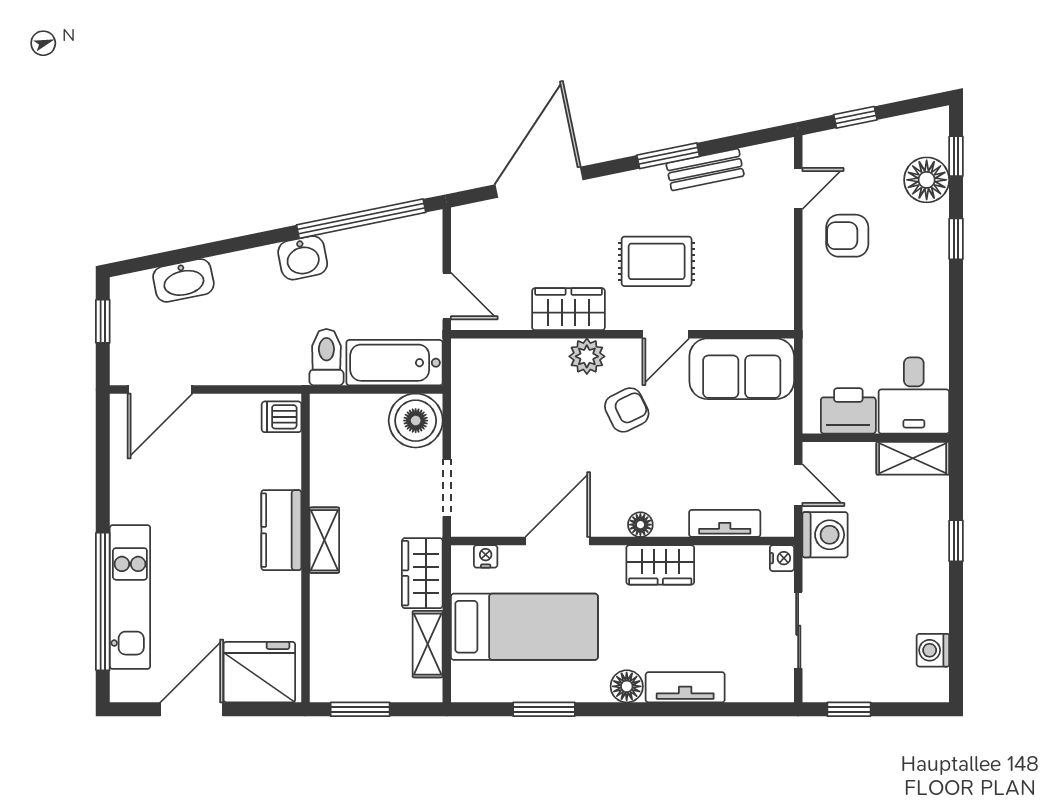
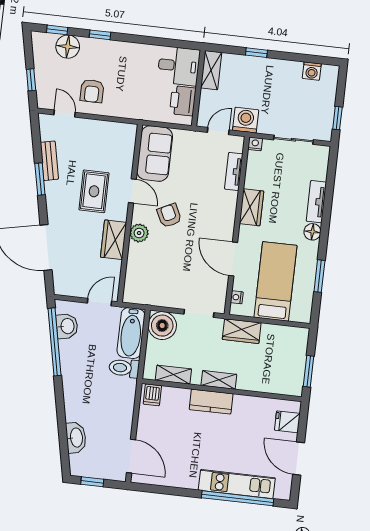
washbasin: (303, 258) -> (67, 326), moved
floor lamp: (640, 525) -> (229, 215), removed
shelving: (428, 644) -> (173, 375), moved
fridge: (259, 672) -> (287, 422), width x0.53, depth x0.75

